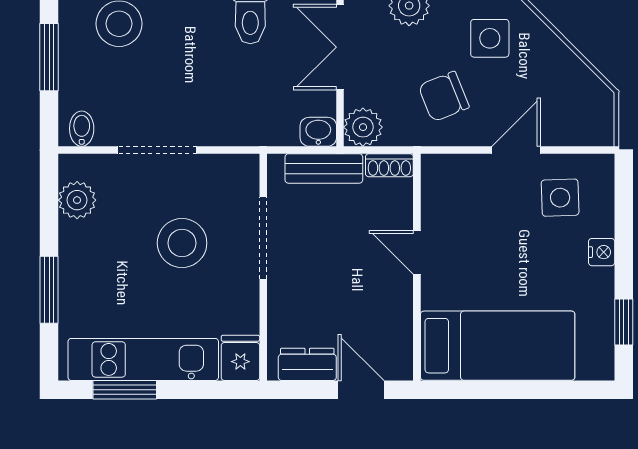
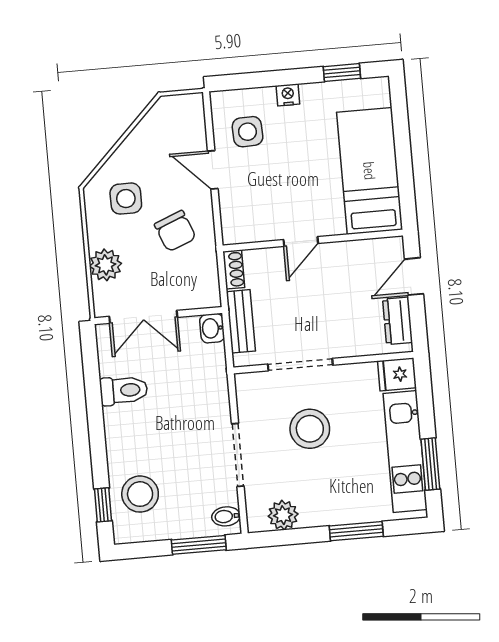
window: (49, 57) -> (199, 545), moved
plant: (363, 127) -> (205, 293), removed

